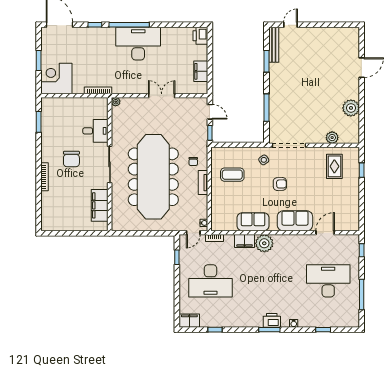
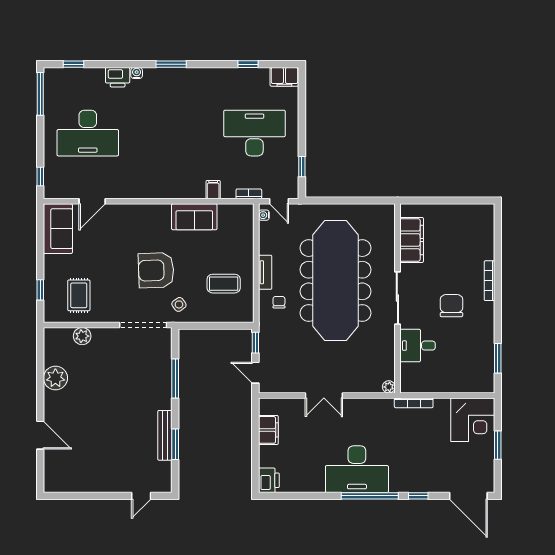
bench: (274, 45) -> (165, 435), moved
door: (362, 68) -> (40, 435), swing flipped
armchair: (280, 184) -> (156, 270), width x1.88, depth x1.88
sofa: (295, 221) -> (58, 229), moved, turned -90
door: (193, 233) -> (279, 201), swing flipped
filing cabinet: (245, 241) -> (213, 190), width x0.50
plant: (264, 243) -> (178, 186), removed
window: (362, 294) -> (40, 94), moved
printer: (272, 320) -> (118, 77), moved
window: (323, 330) -> (73, 64), moved

